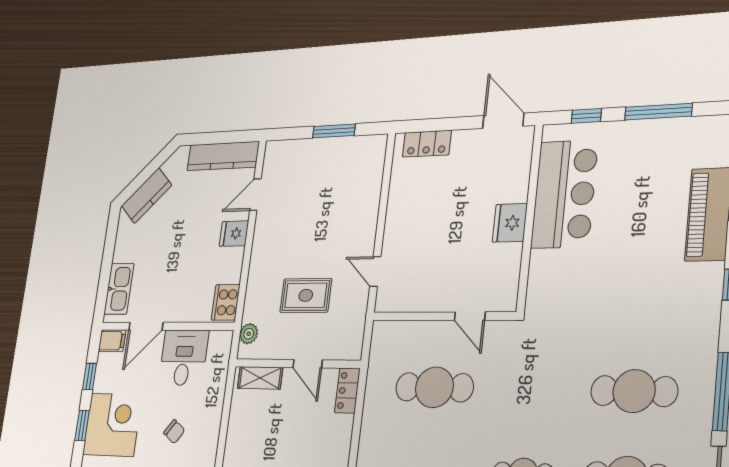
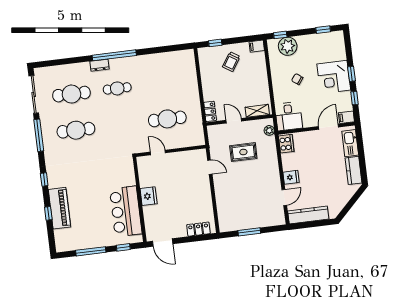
kitchen counter: (147, 196) -> (354, 170), moved, turned -45
desk: (184, 357) -> (289, 116), moved

